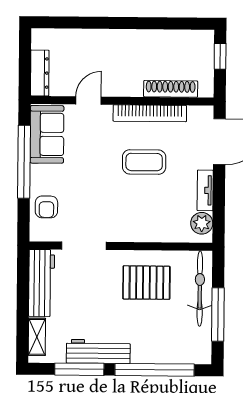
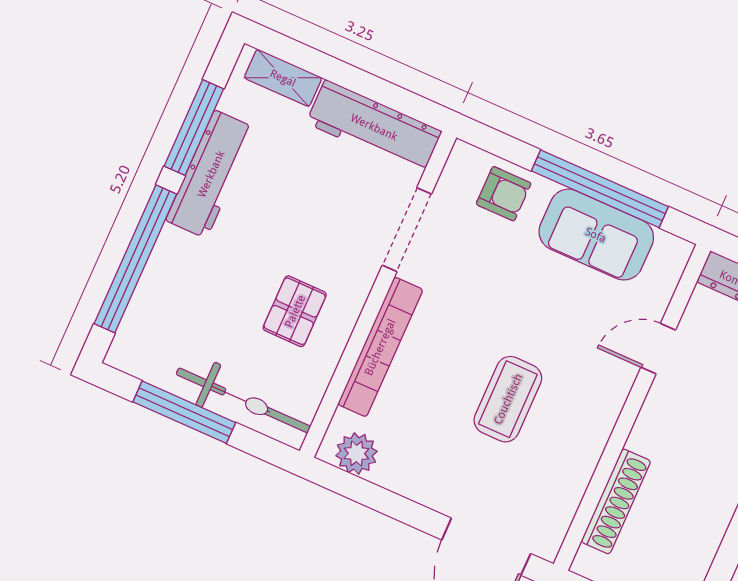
door: (89, 100) -> (658, 349), swing flipped
bookcase: (150, 113) -> (380, 347), moved, turned 180
sofa: (47, 134) -> (596, 235), moved
tv unit: (205, 190) -> (412, 485), removed
armchair: (46, 207) -> (504, 194), turned 180
pallet: (146, 283) -> (295, 311), width x0.67, depth x0.71

